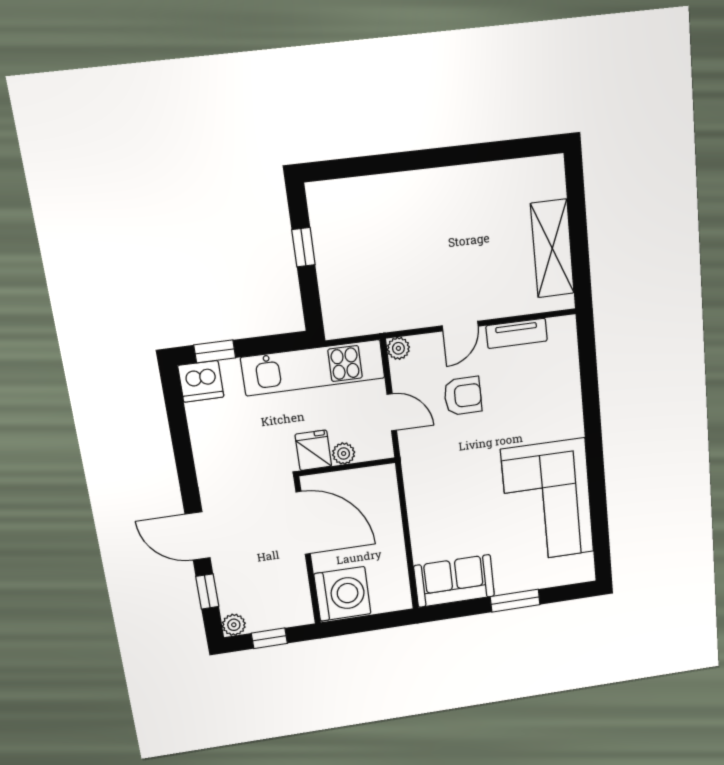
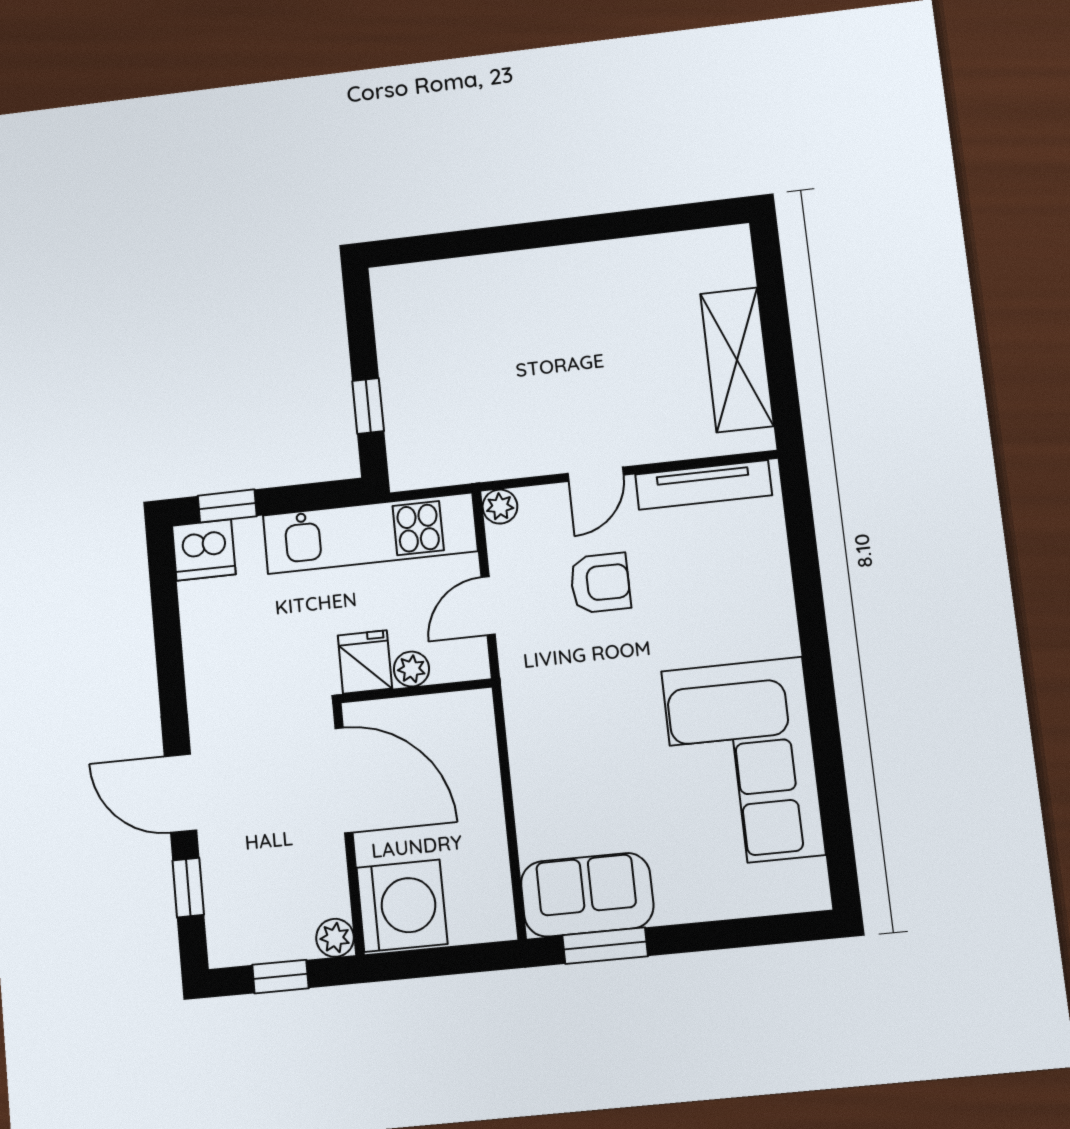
window: (303, 247) -> (368, 406), moved
tv unit: (517, 333) -> (704, 485), width x1.41
door: (392, 412) -> (488, 606), swing flipped
window: (515, 601) -> (605, 946), moved
plant: (234, 625) -> (335, 938), moved

